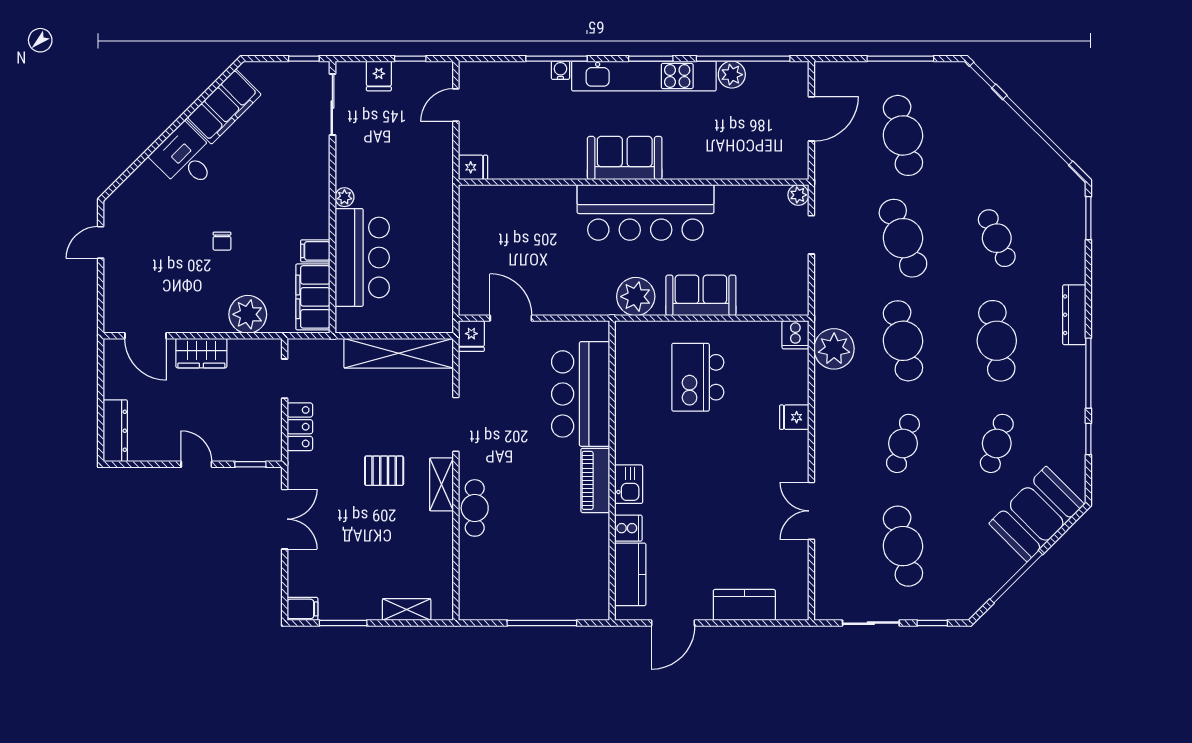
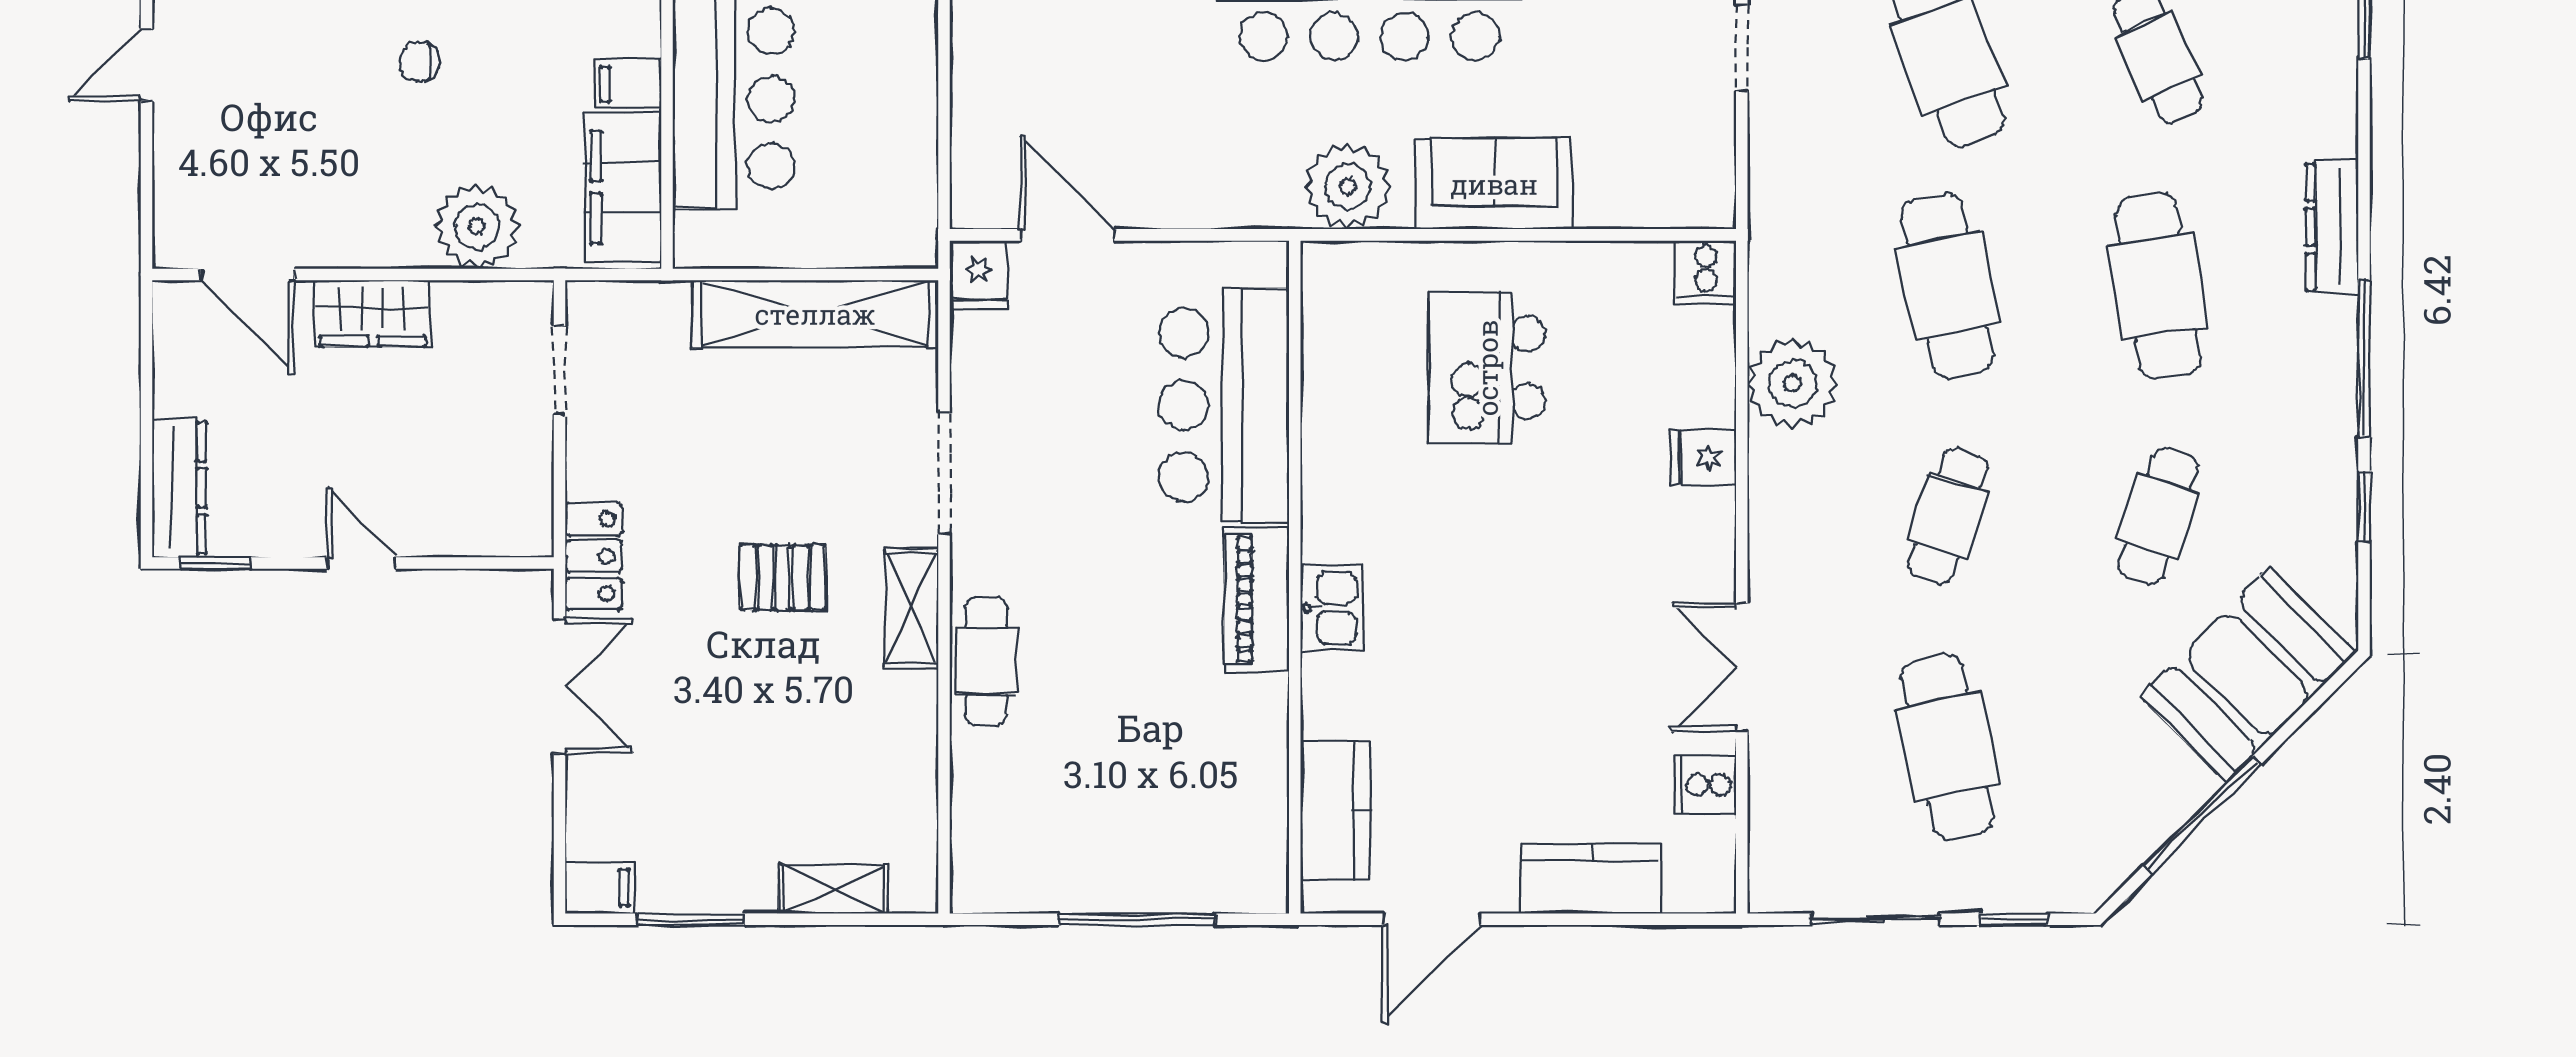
chair: (222, 241) -> (419, 62), turned 92
plant: (834, 349) -> (1793, 383), moved
locker: (300, 427) -> (594, 556), moved
window: (250, 464) -> (215, 563), moved
cooker: (628, 528) -> (1705, 785), moved, turned 180

